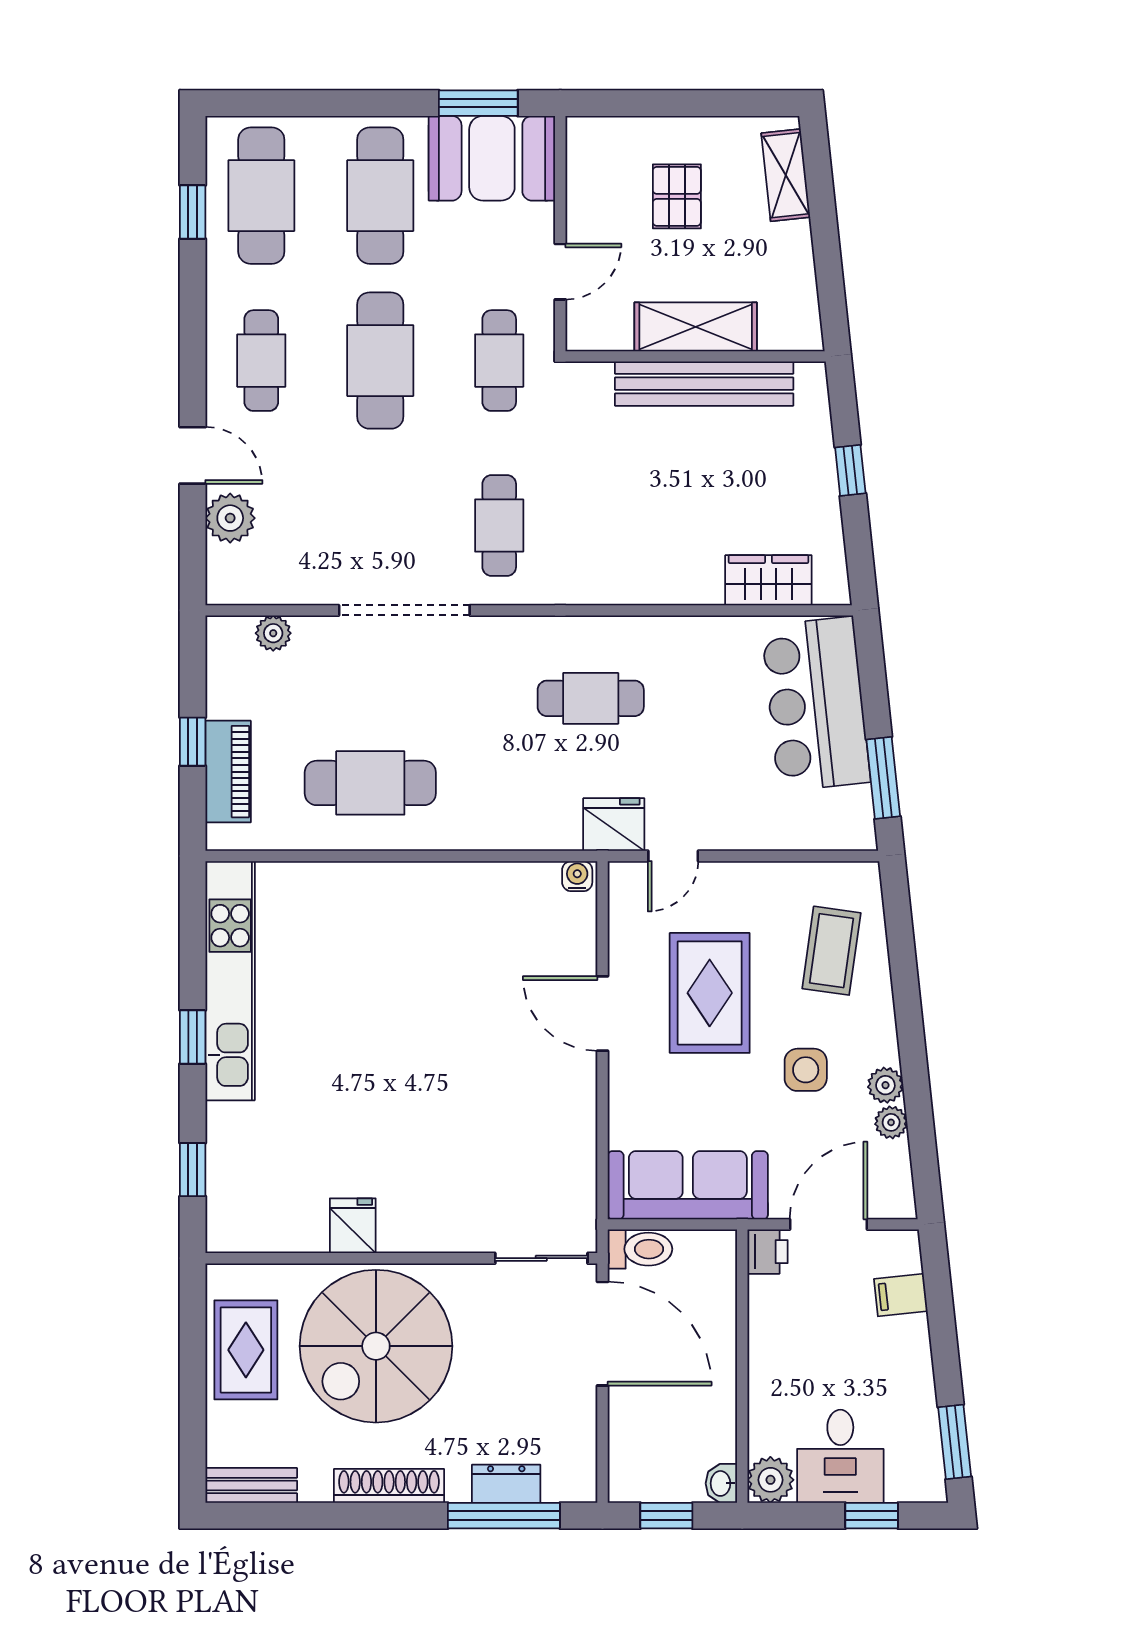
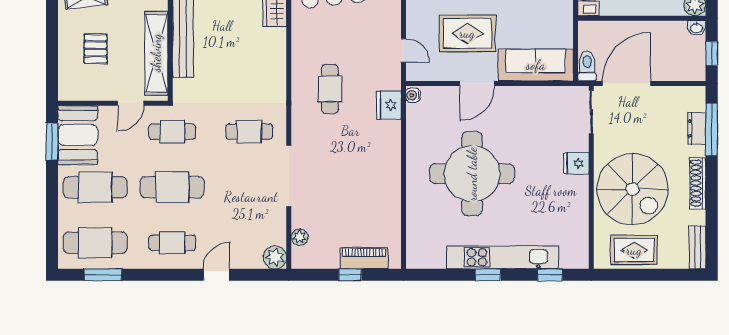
pallet: (677, 196) -> (96, 49), turned 90
window: (193, 212) -> (103, 275), width x1.50
door: (560, 272) -> (131, 103), swing flipped
shelving: (696, 327) -> (156, 53), width x1.47
plant: (230, 518) -> (275, 257), moved
cafe table: (370, 783) -> (369, 192), removed
fridge: (614, 825) -> (389, 105), moved
kitchen unit: (230, 981) -> (503, 257), moved
round table: (409, 1003) -> (472, 174), added
sofa: (688, 1185) -> (536, 65), moved, turned 90
fridge: (353, 1226) -> (576, 163), moved

